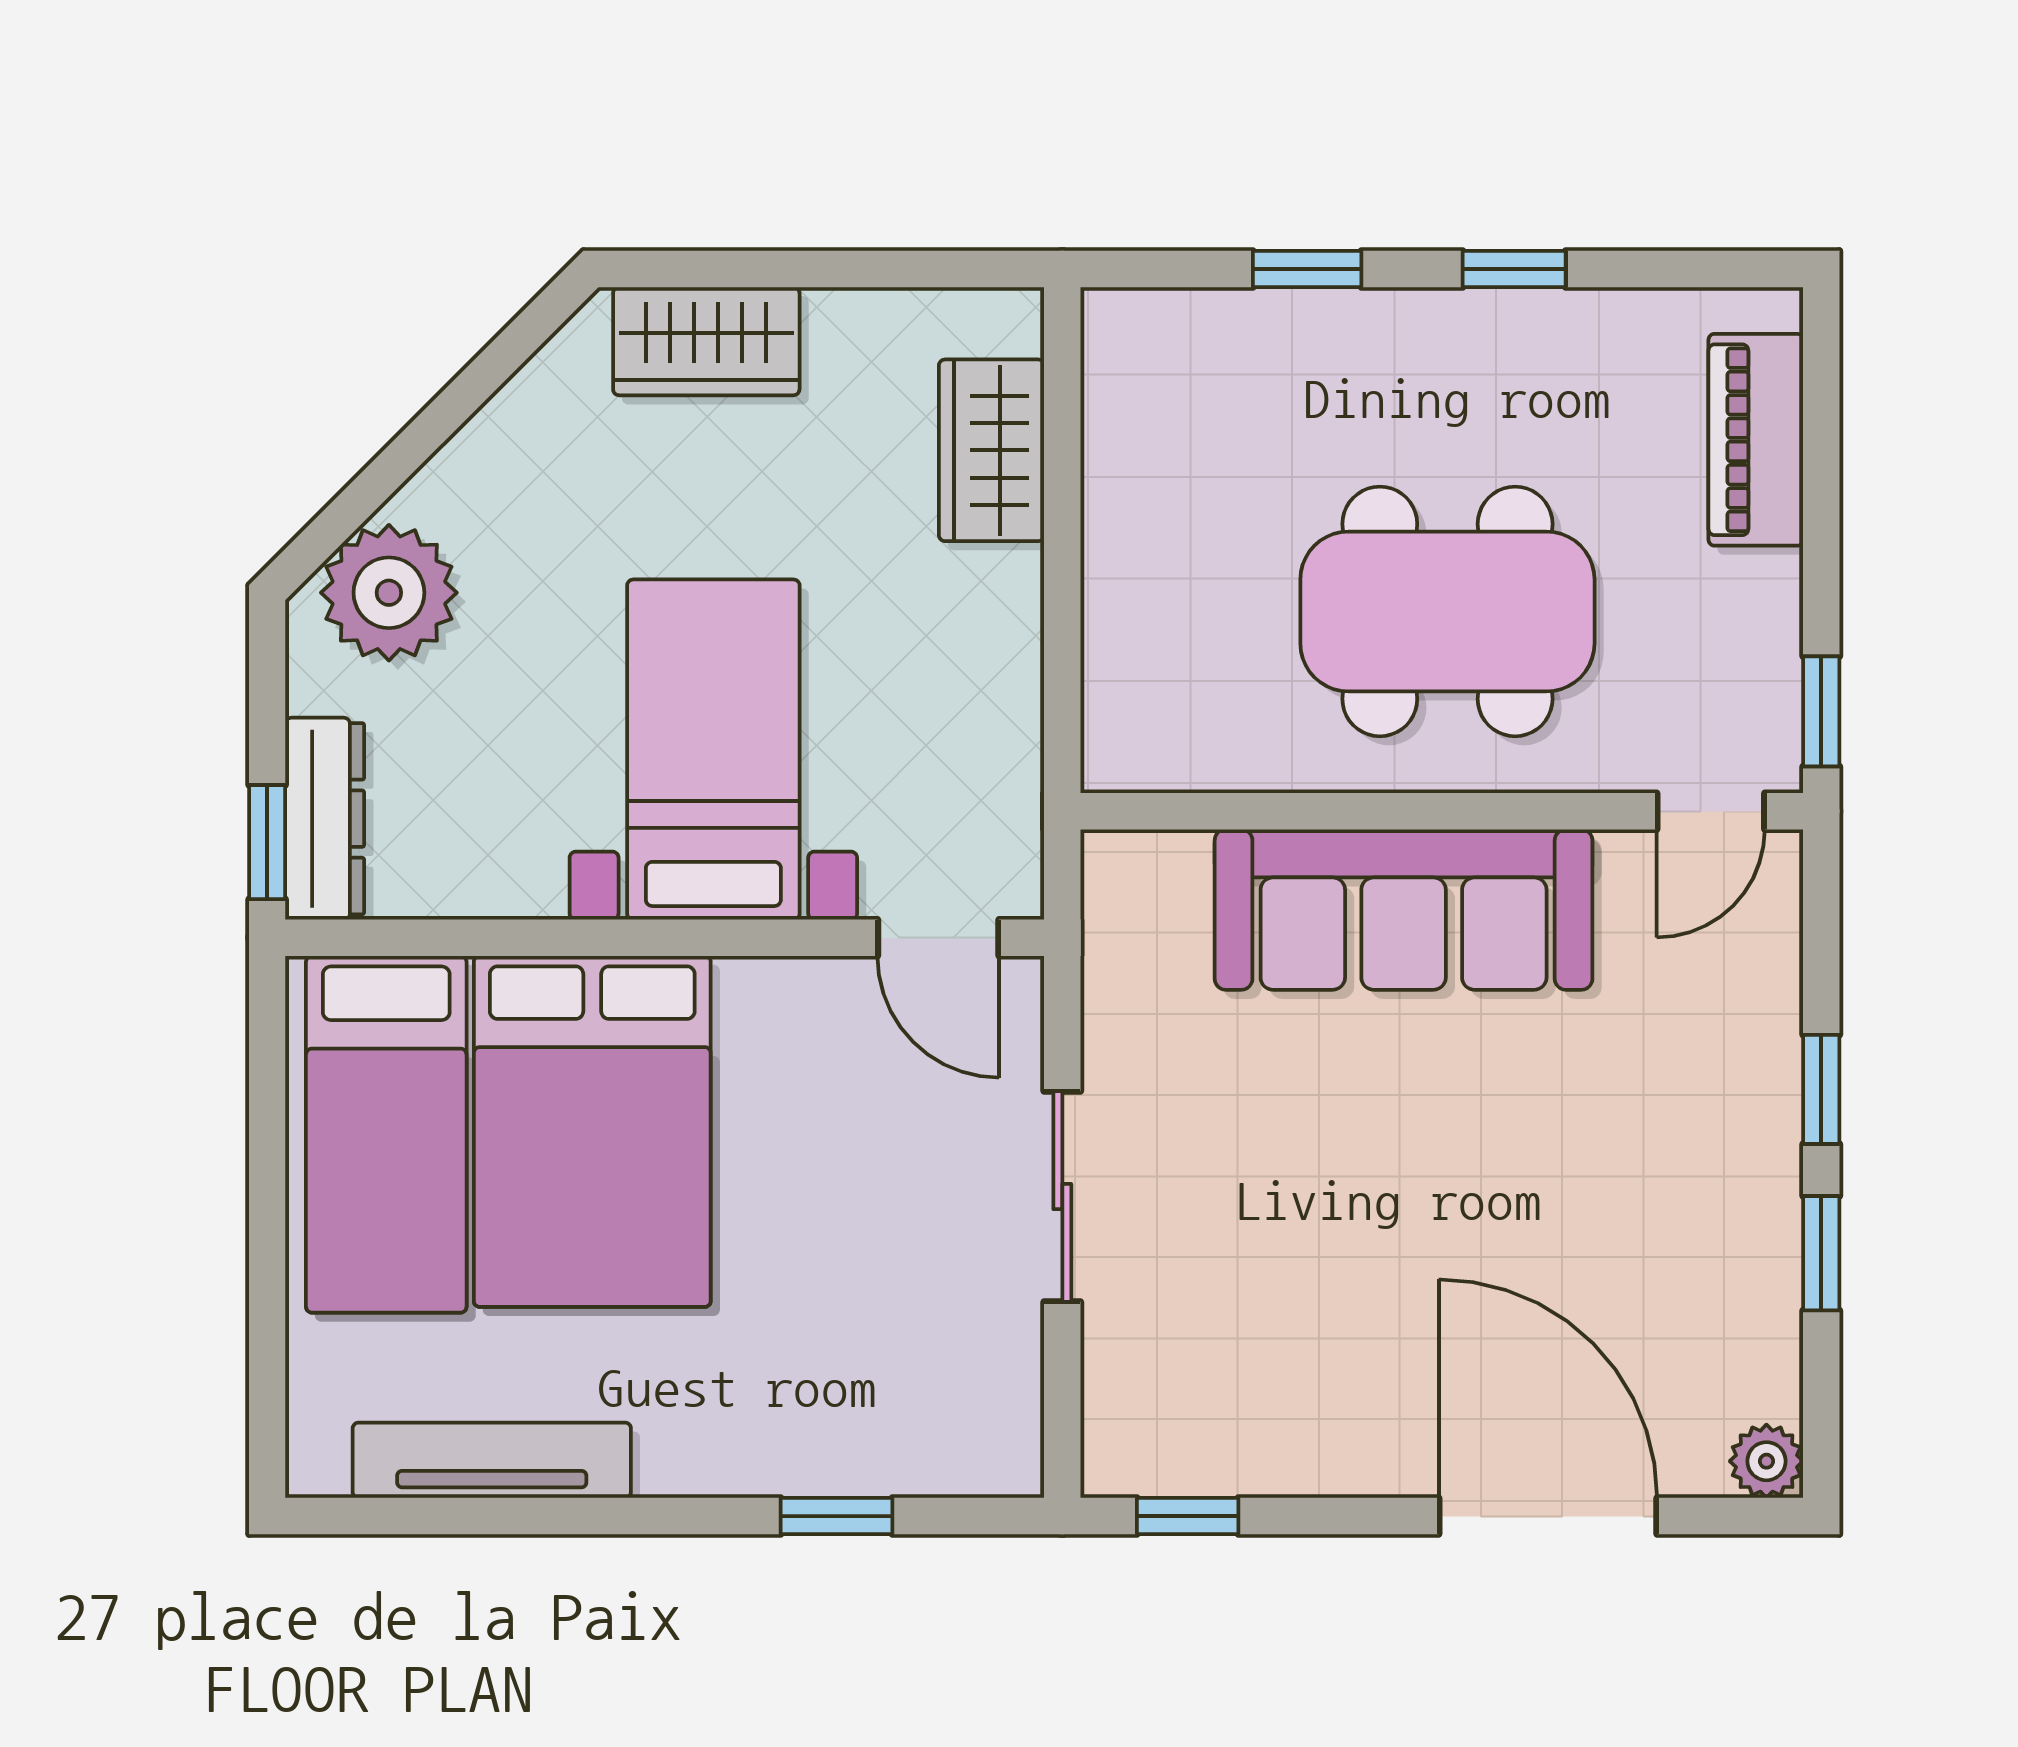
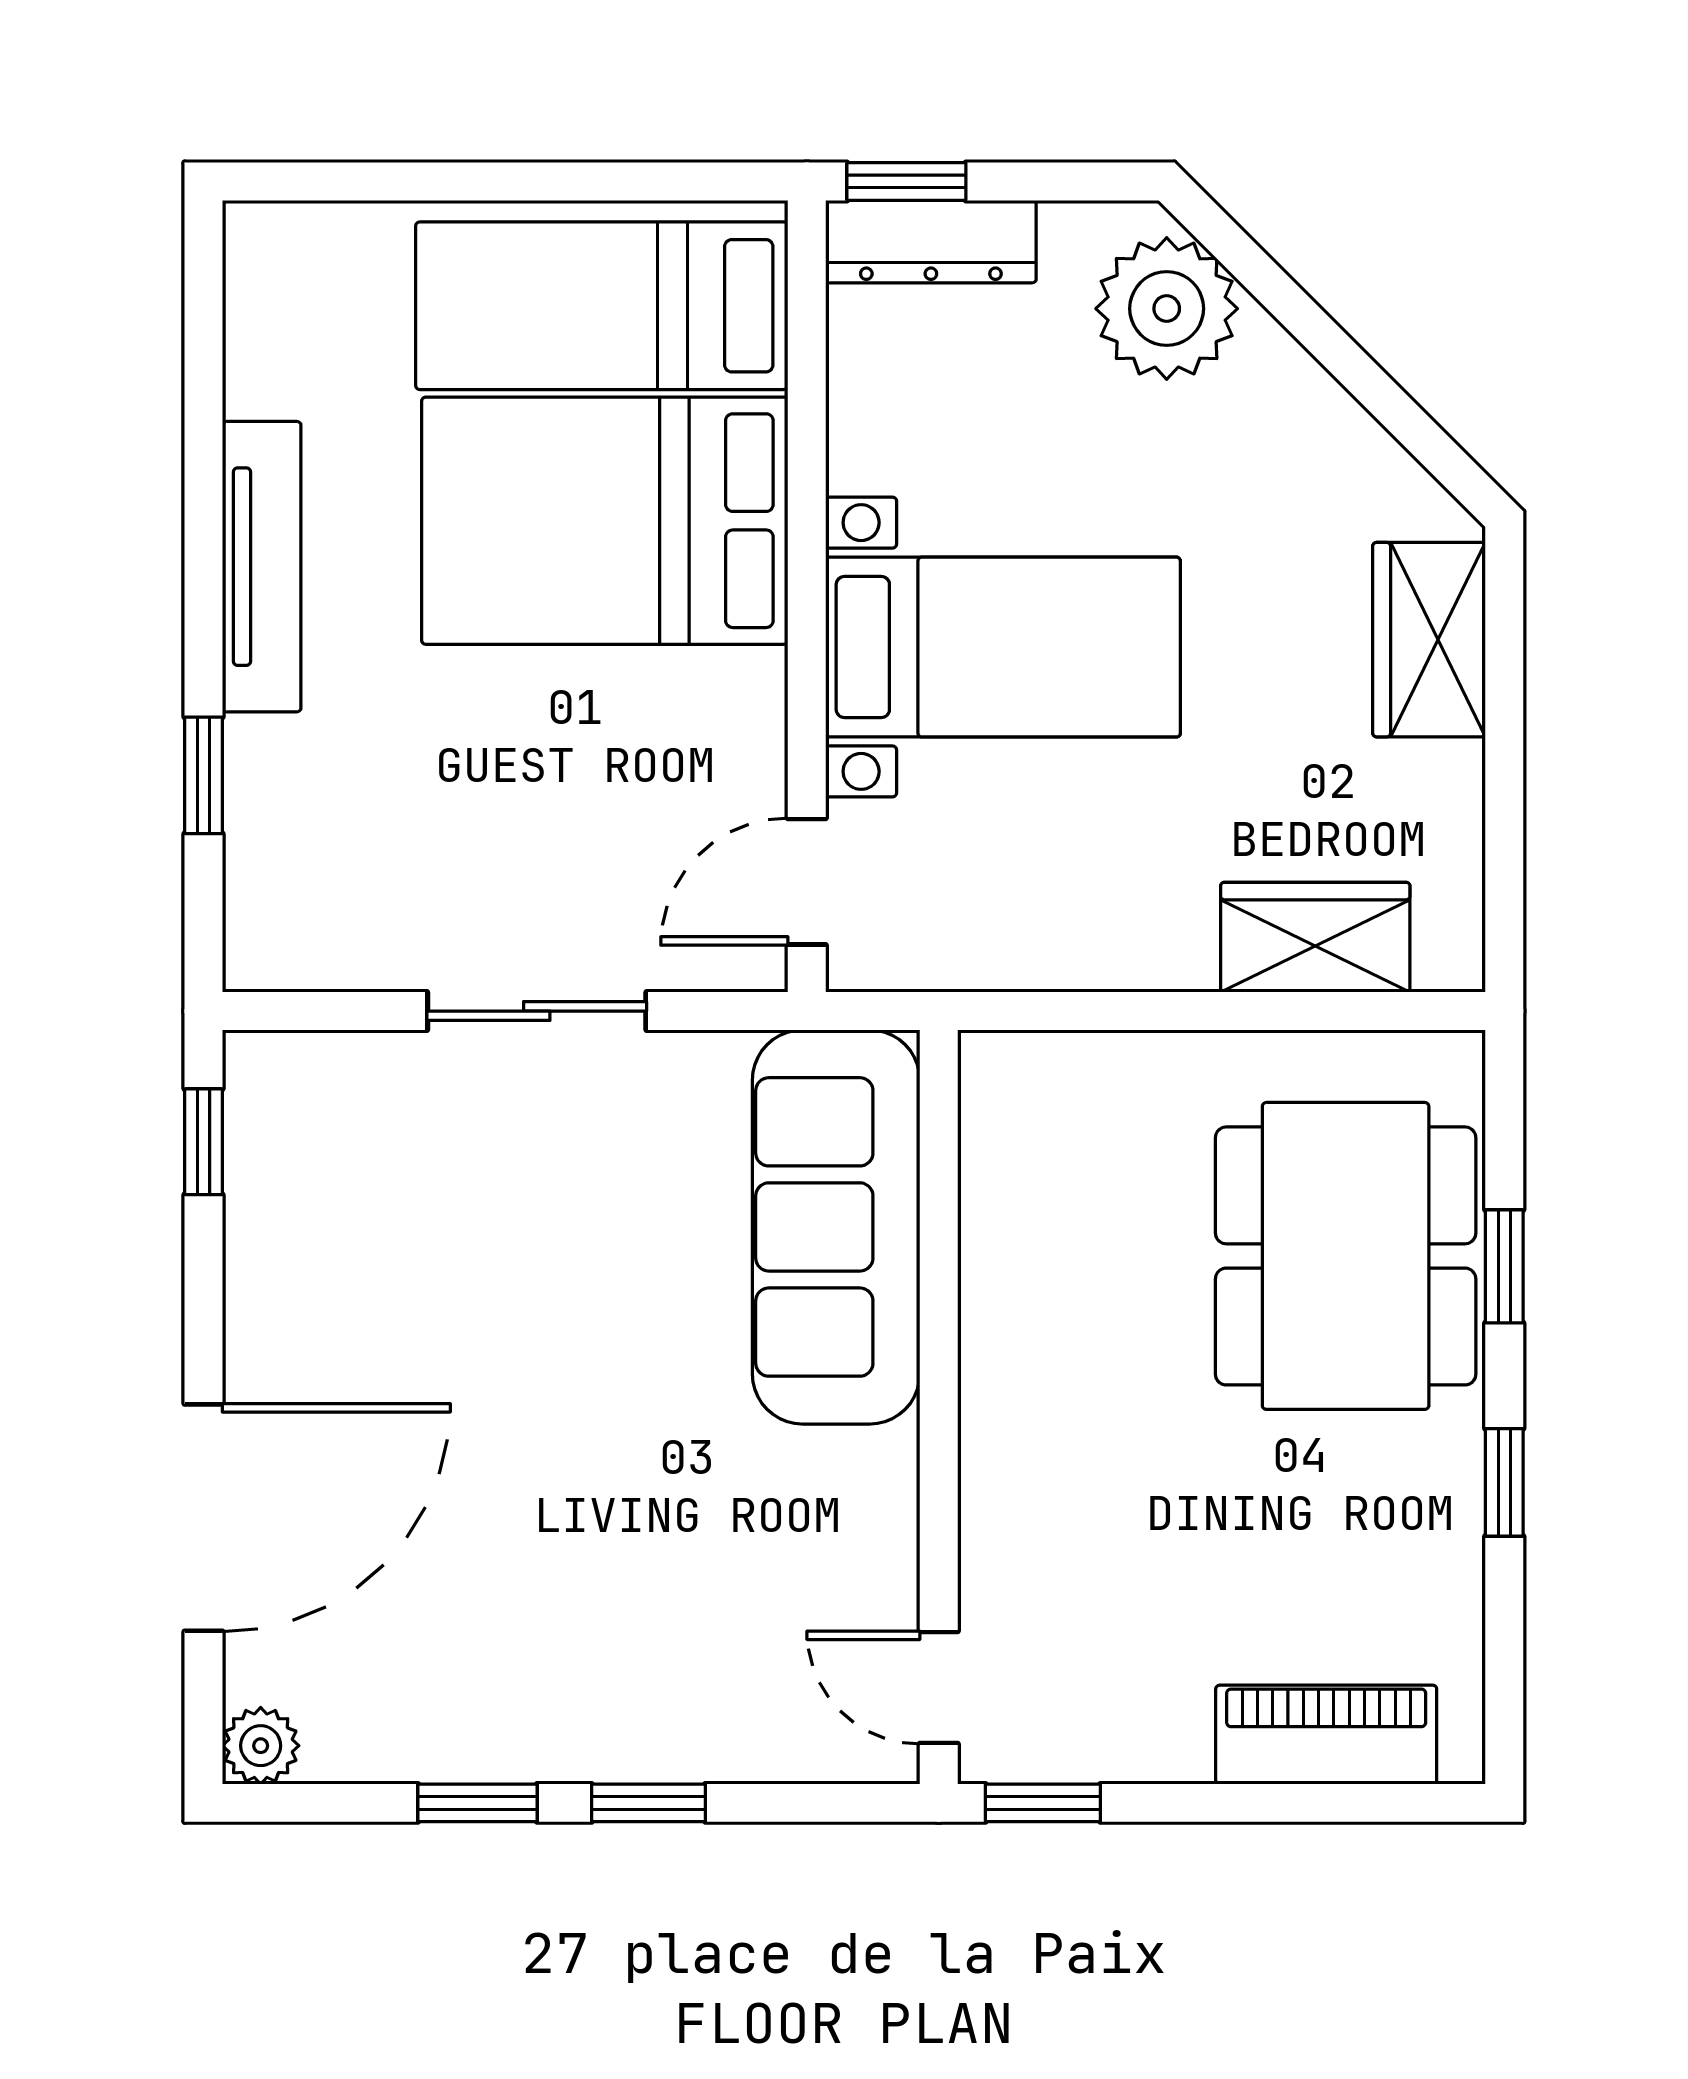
dining table: (1447, 611) -> (1346, 1256), moved
sofa: (1404, 910) -> (836, 1227), moved
tv unit: (492, 1460) -> (262, 567), moved

